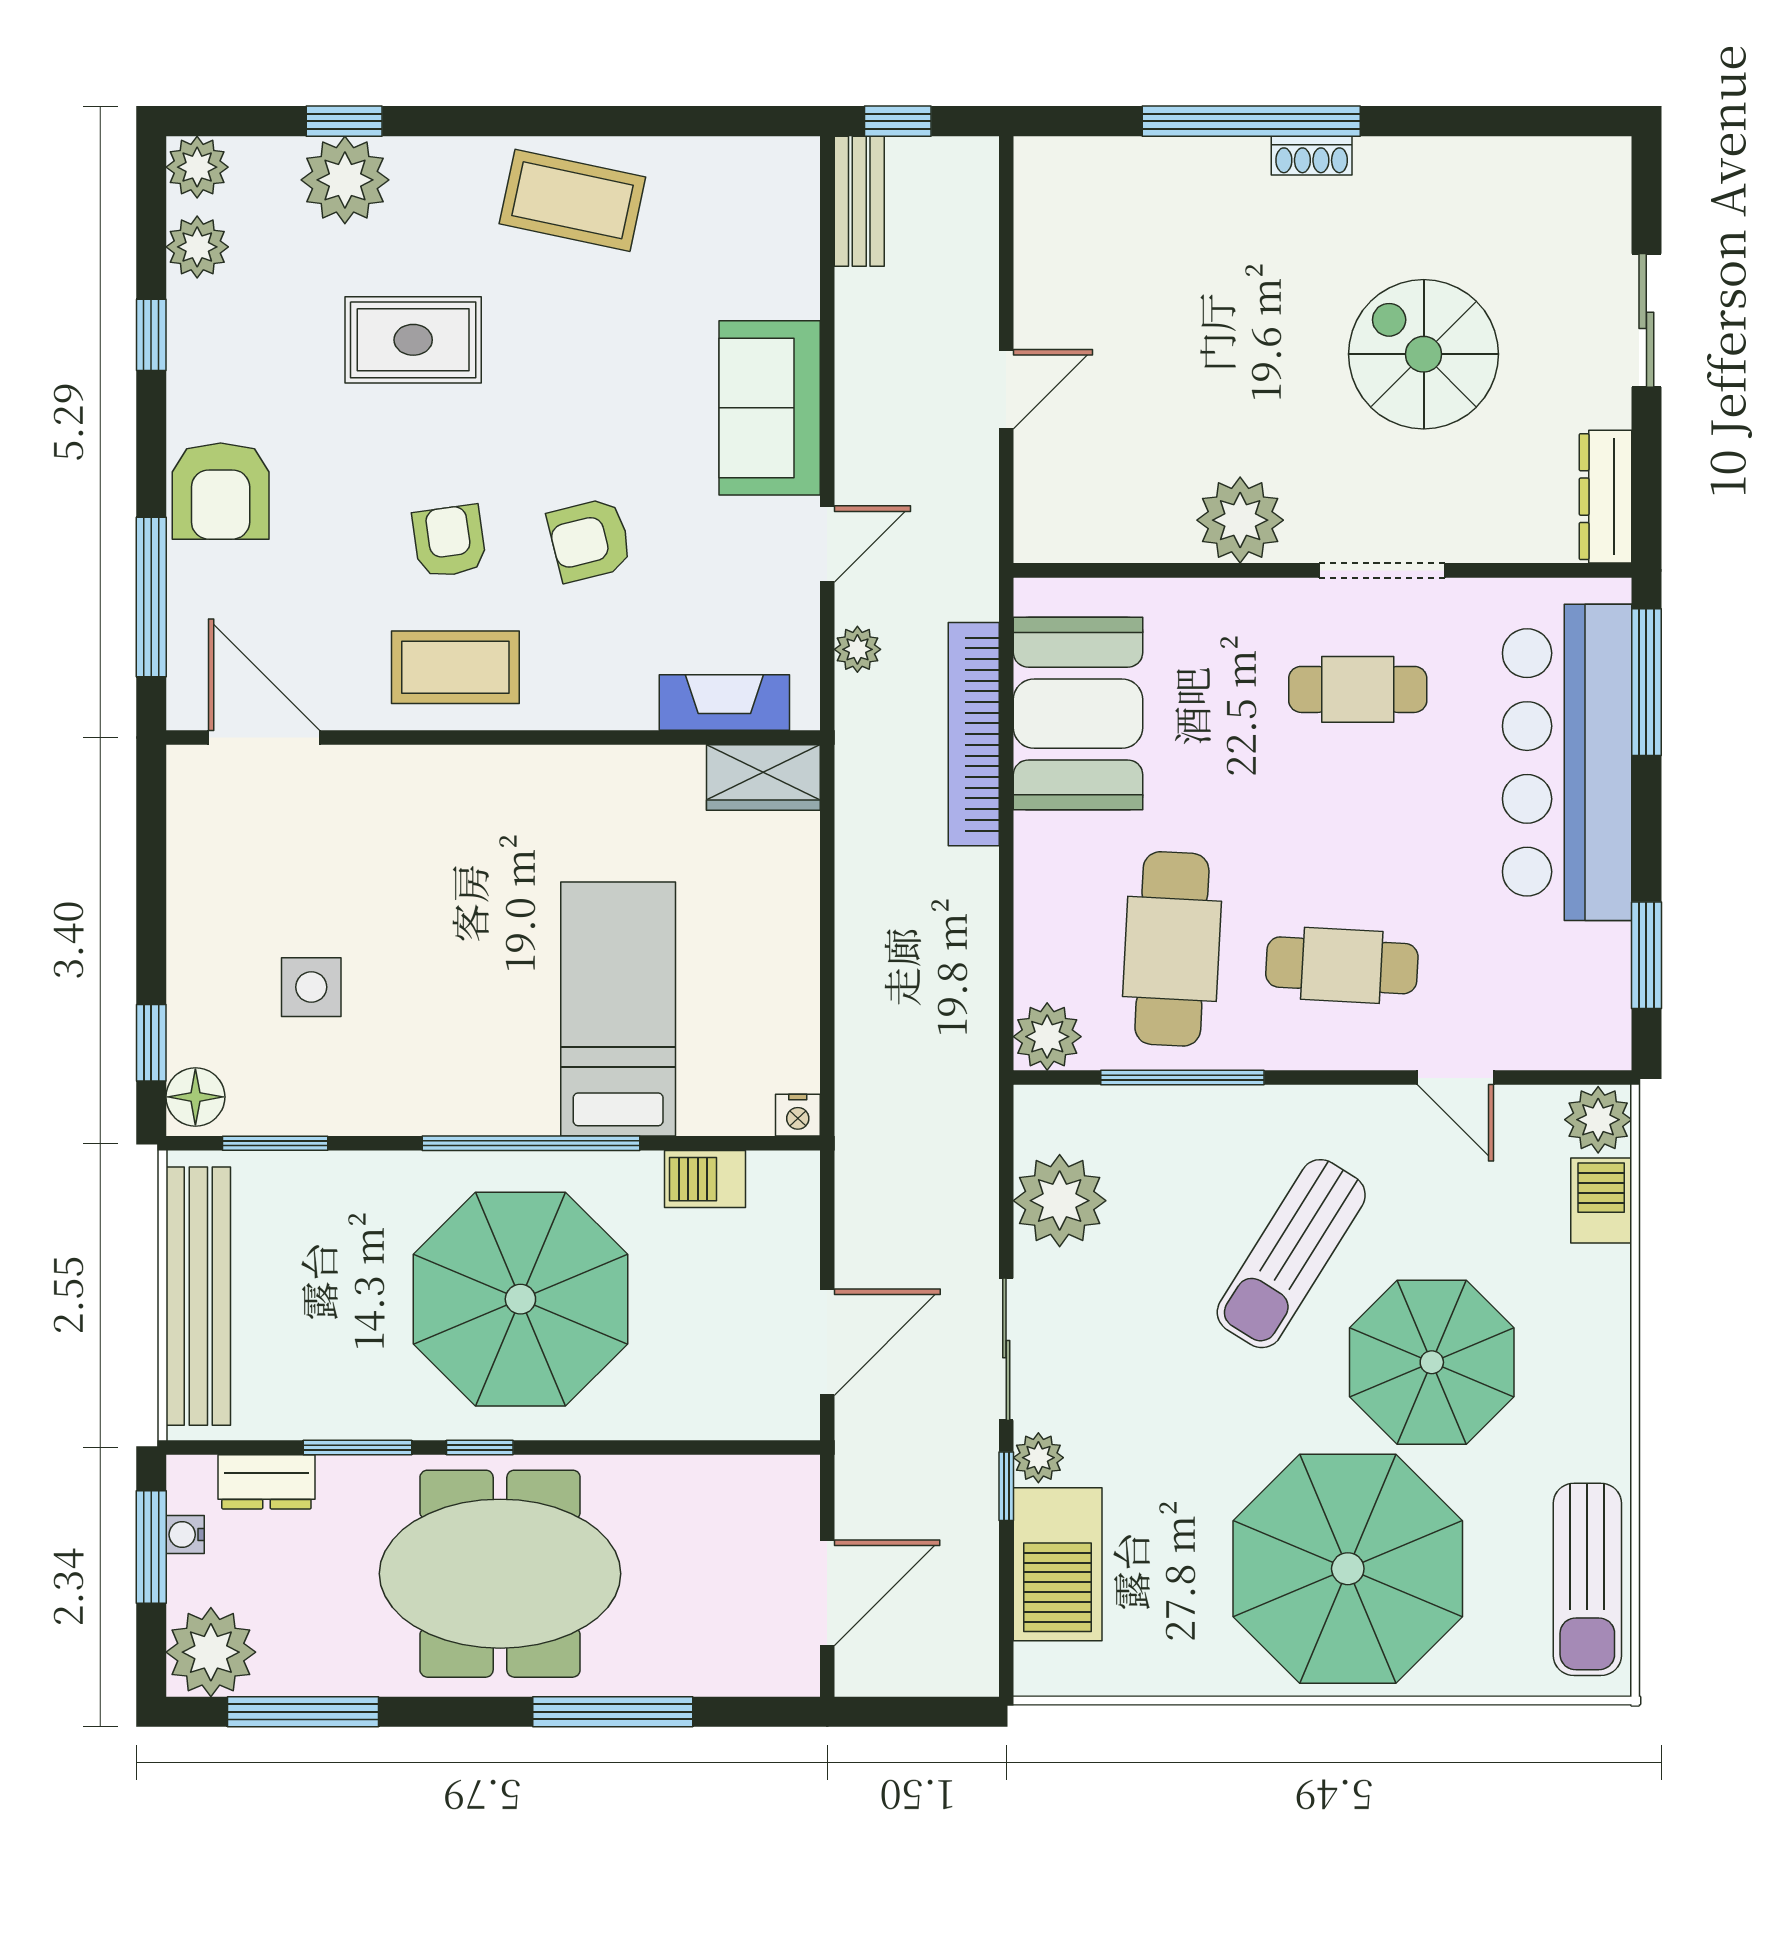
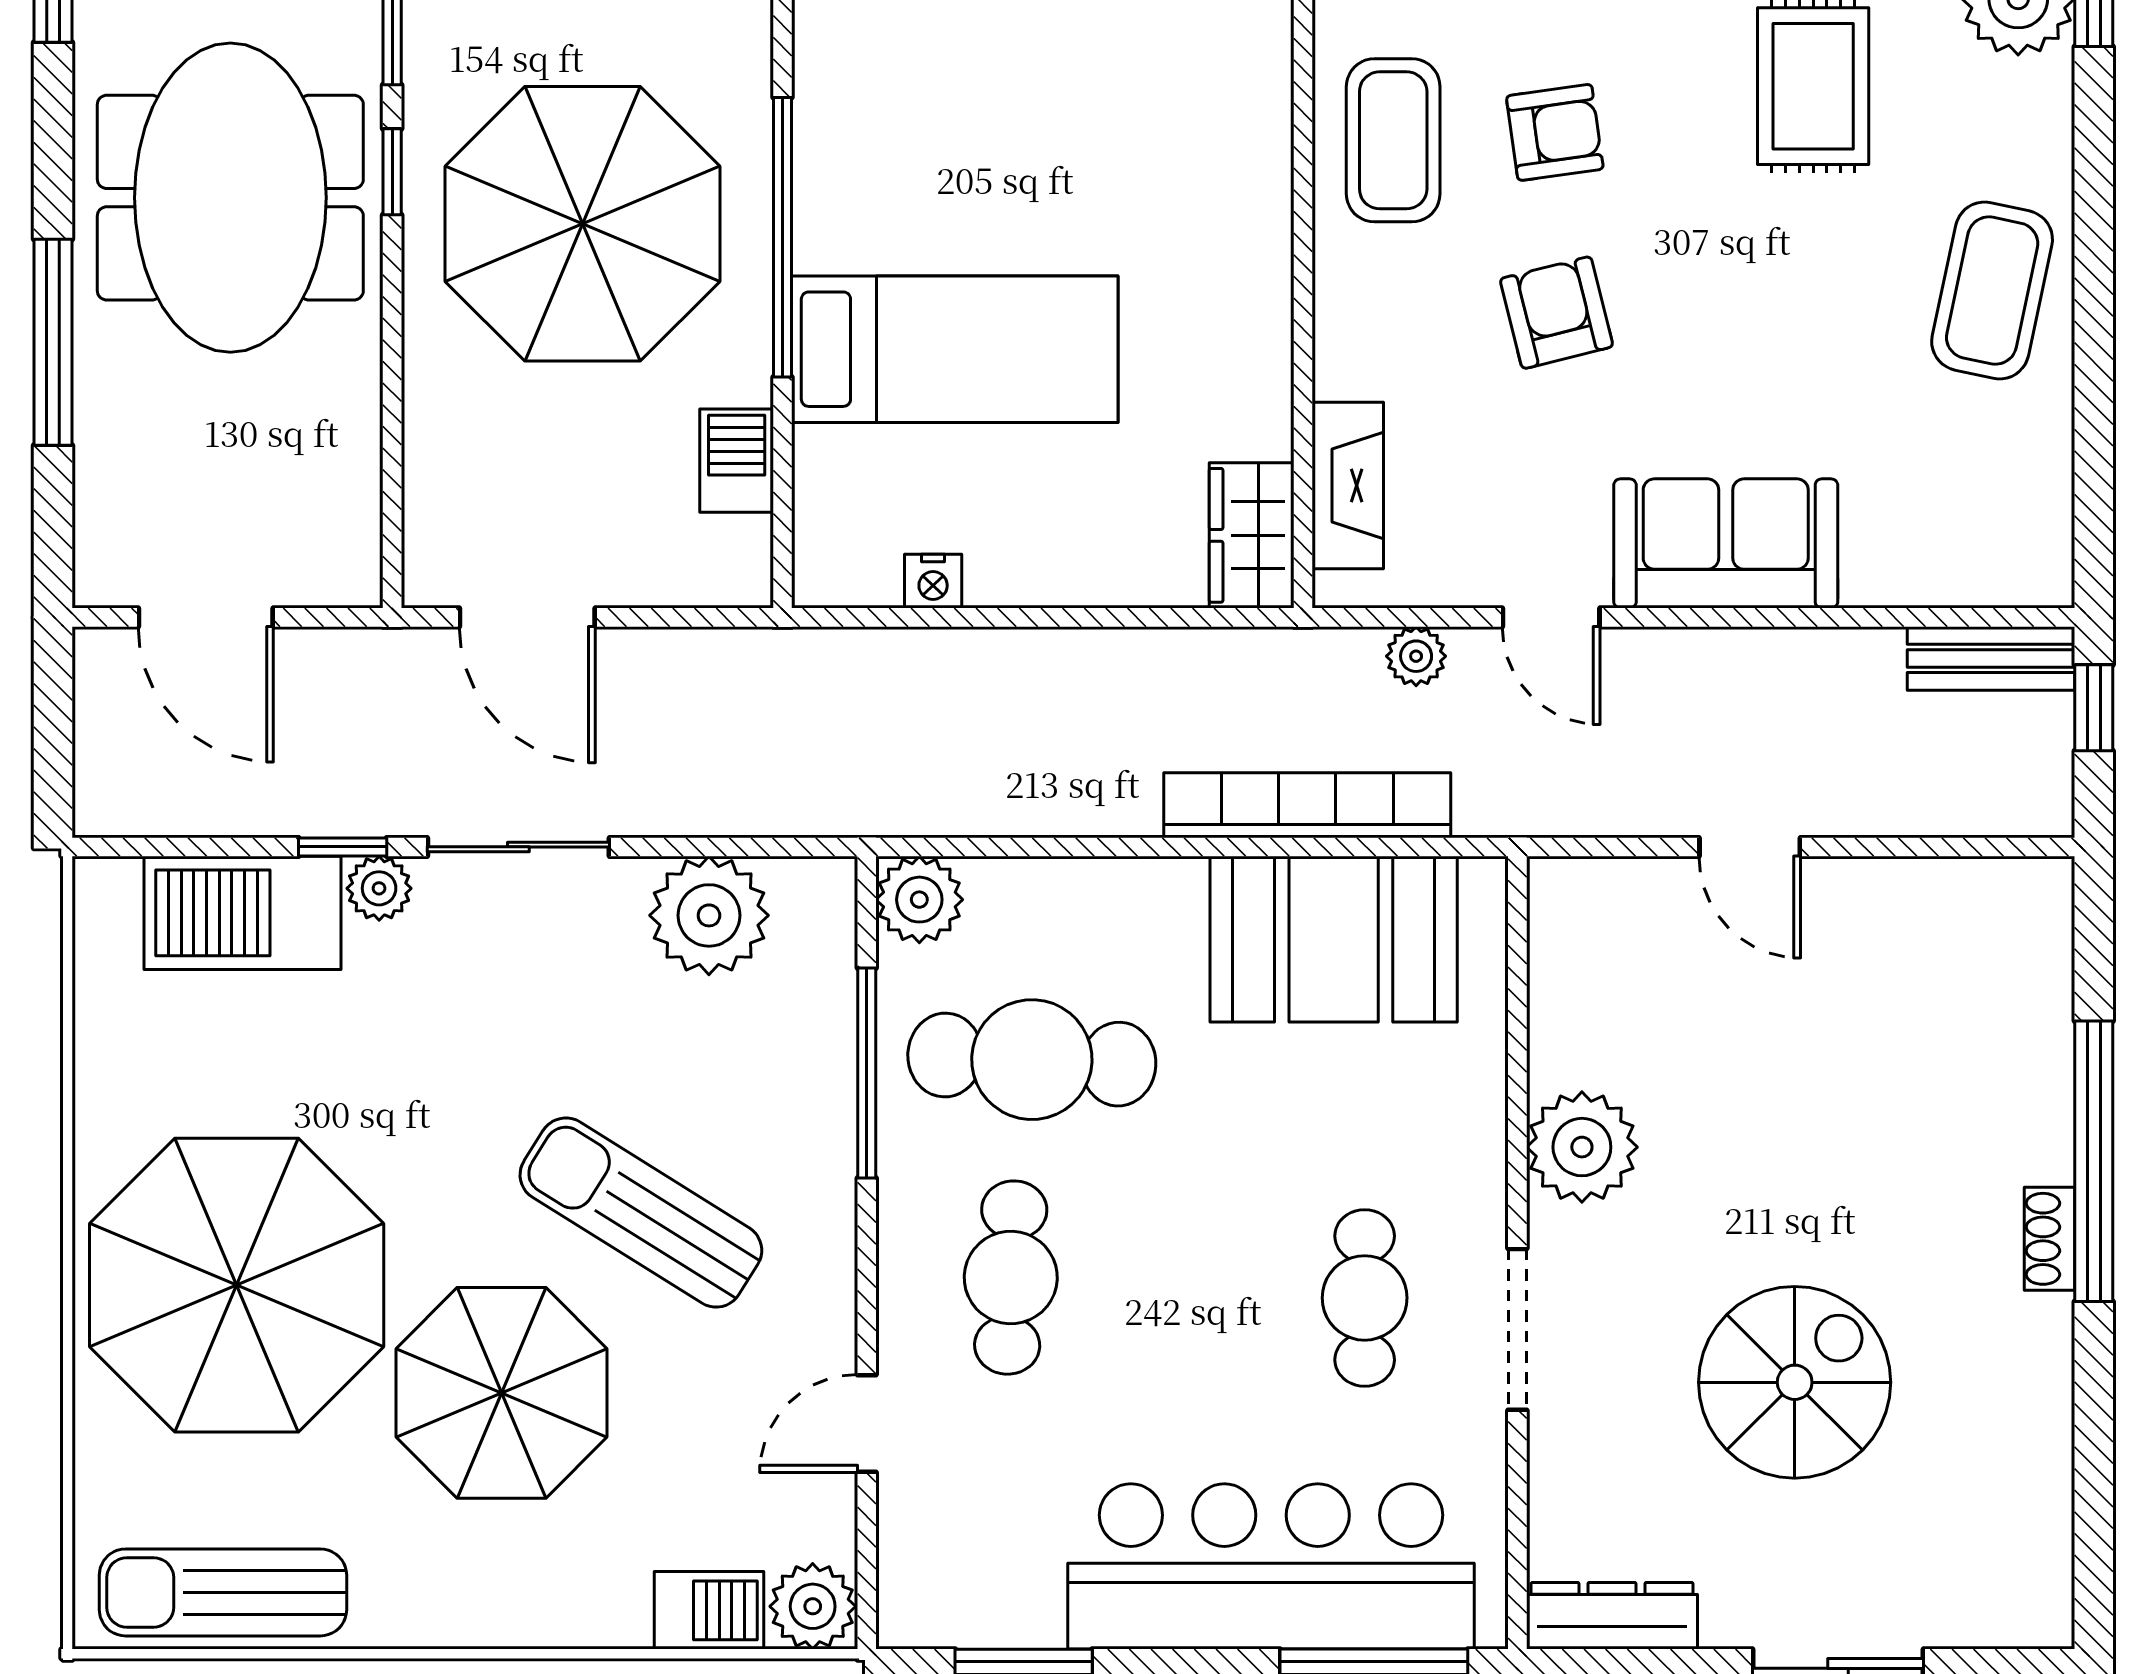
nightstand: (798, 1115) -> (933, 581), moved, turned -90

